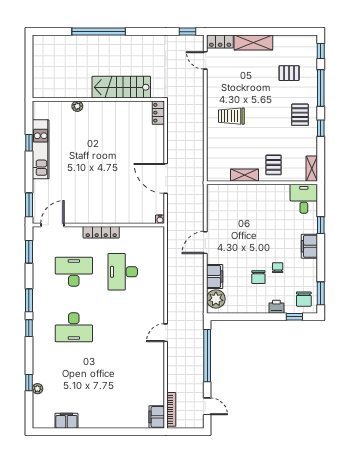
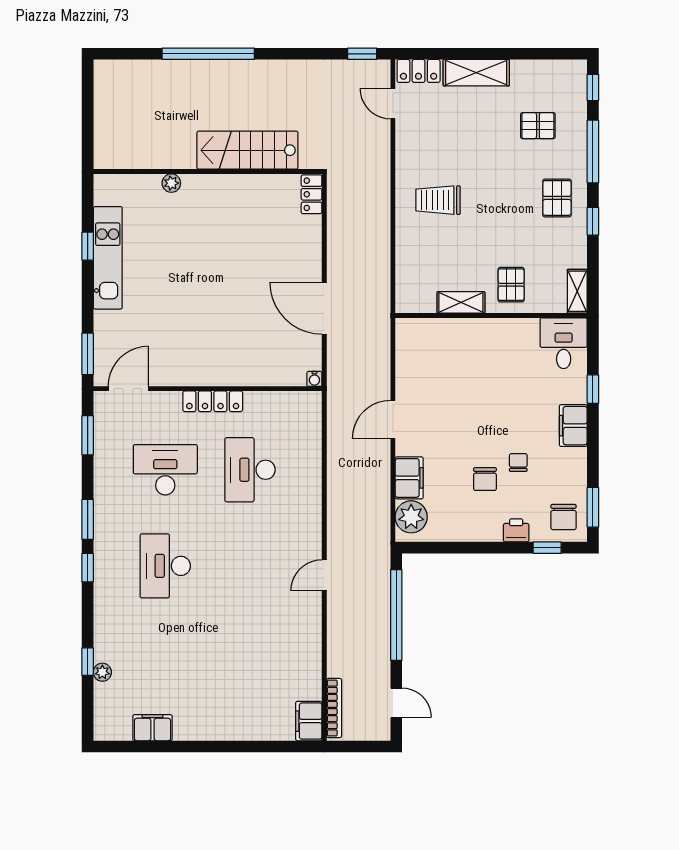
desk: (74, 327) -> (165, 566), turned 90

